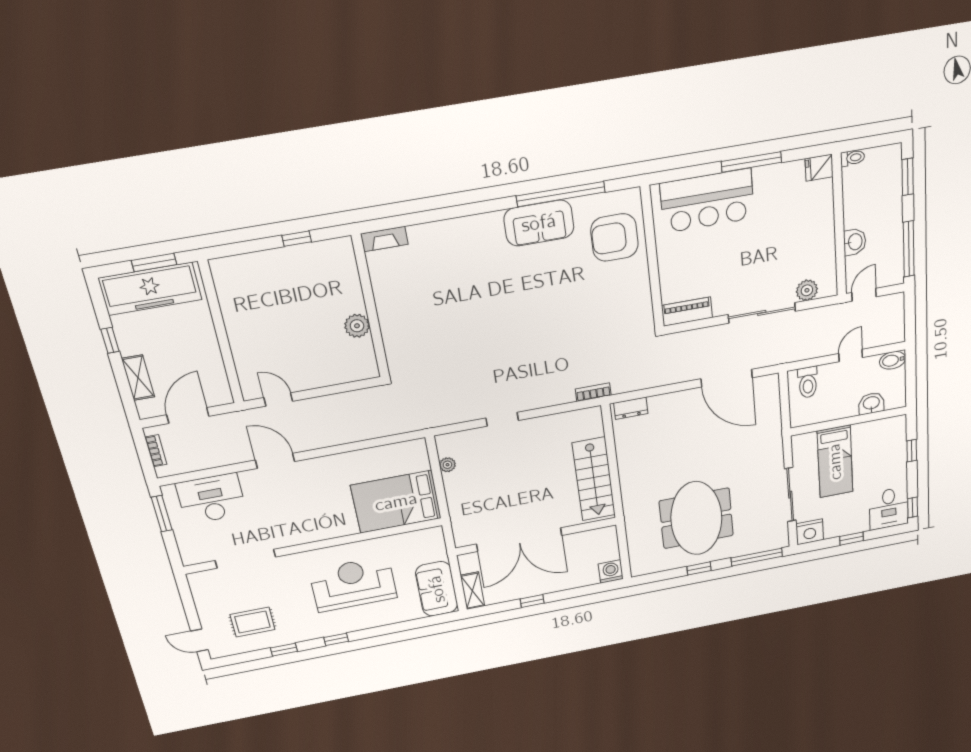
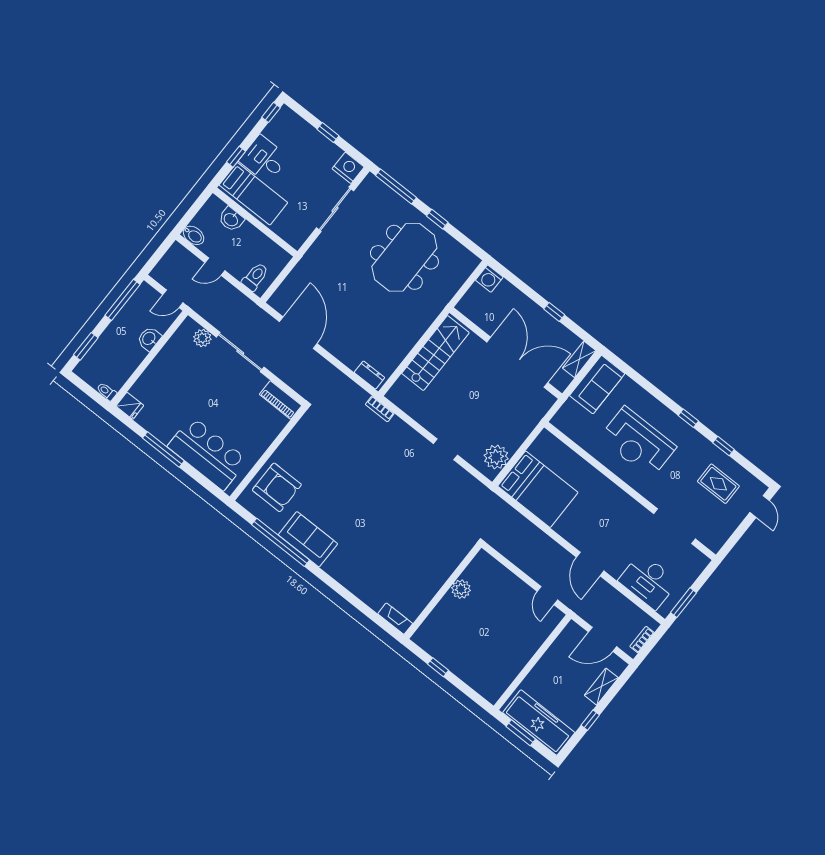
bed: (835, 462) -> (253, 194), moved, turned 90
plant: (447, 465) -> (496, 457), width x1.88, depth x1.88
bed: (396, 502) -> (538, 489), moved
desk: (889, 508) -> (264, 159), moved, turned -90

